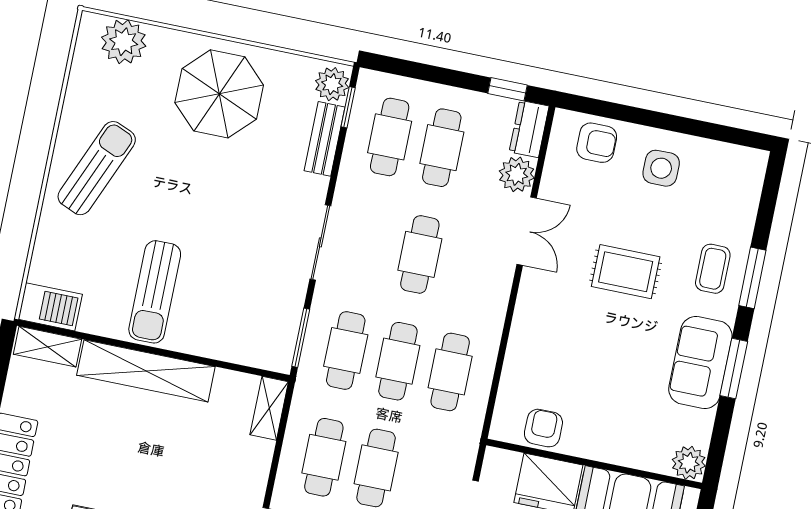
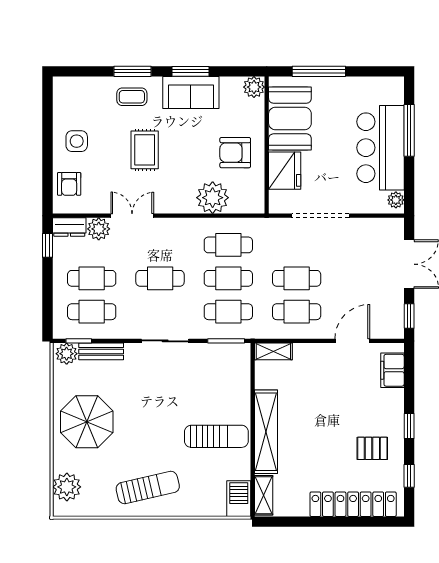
armchair: (597, 143) -> (69, 184), turned 180
sun lounger: (97, 168) -> (148, 488), turned 144
plant: (529, 362) -> (213, 198), added
armchair: (543, 428) -> (235, 153), moved, width x1.38, depth x1.38

